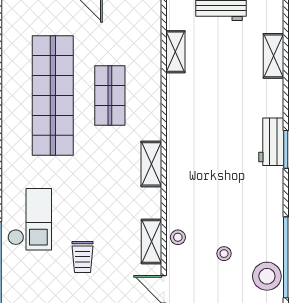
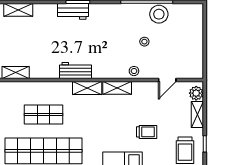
workbench: (179, 146) -> (75, 70), added
shelving: (152, 242) -> (117, 88), moved

